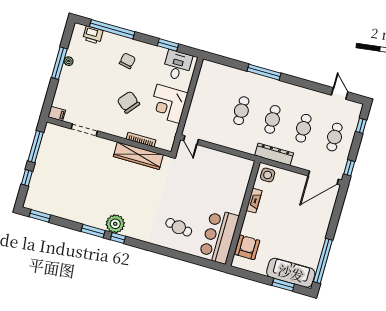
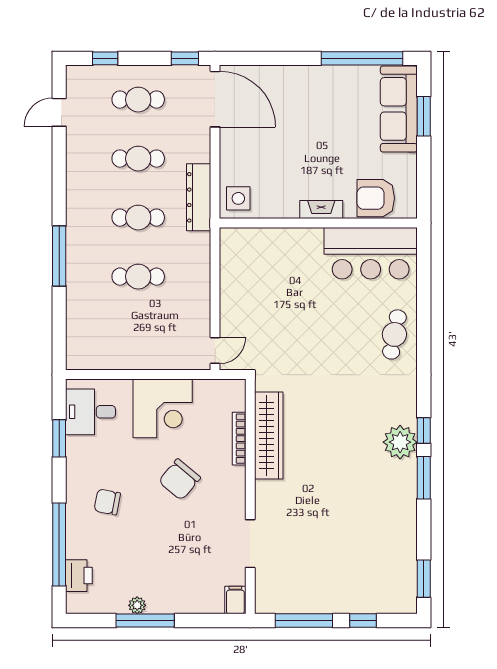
fireplace: (254, 201) -> (321, 210), moved
cafe table: (179, 227) -> (394, 334), moved

